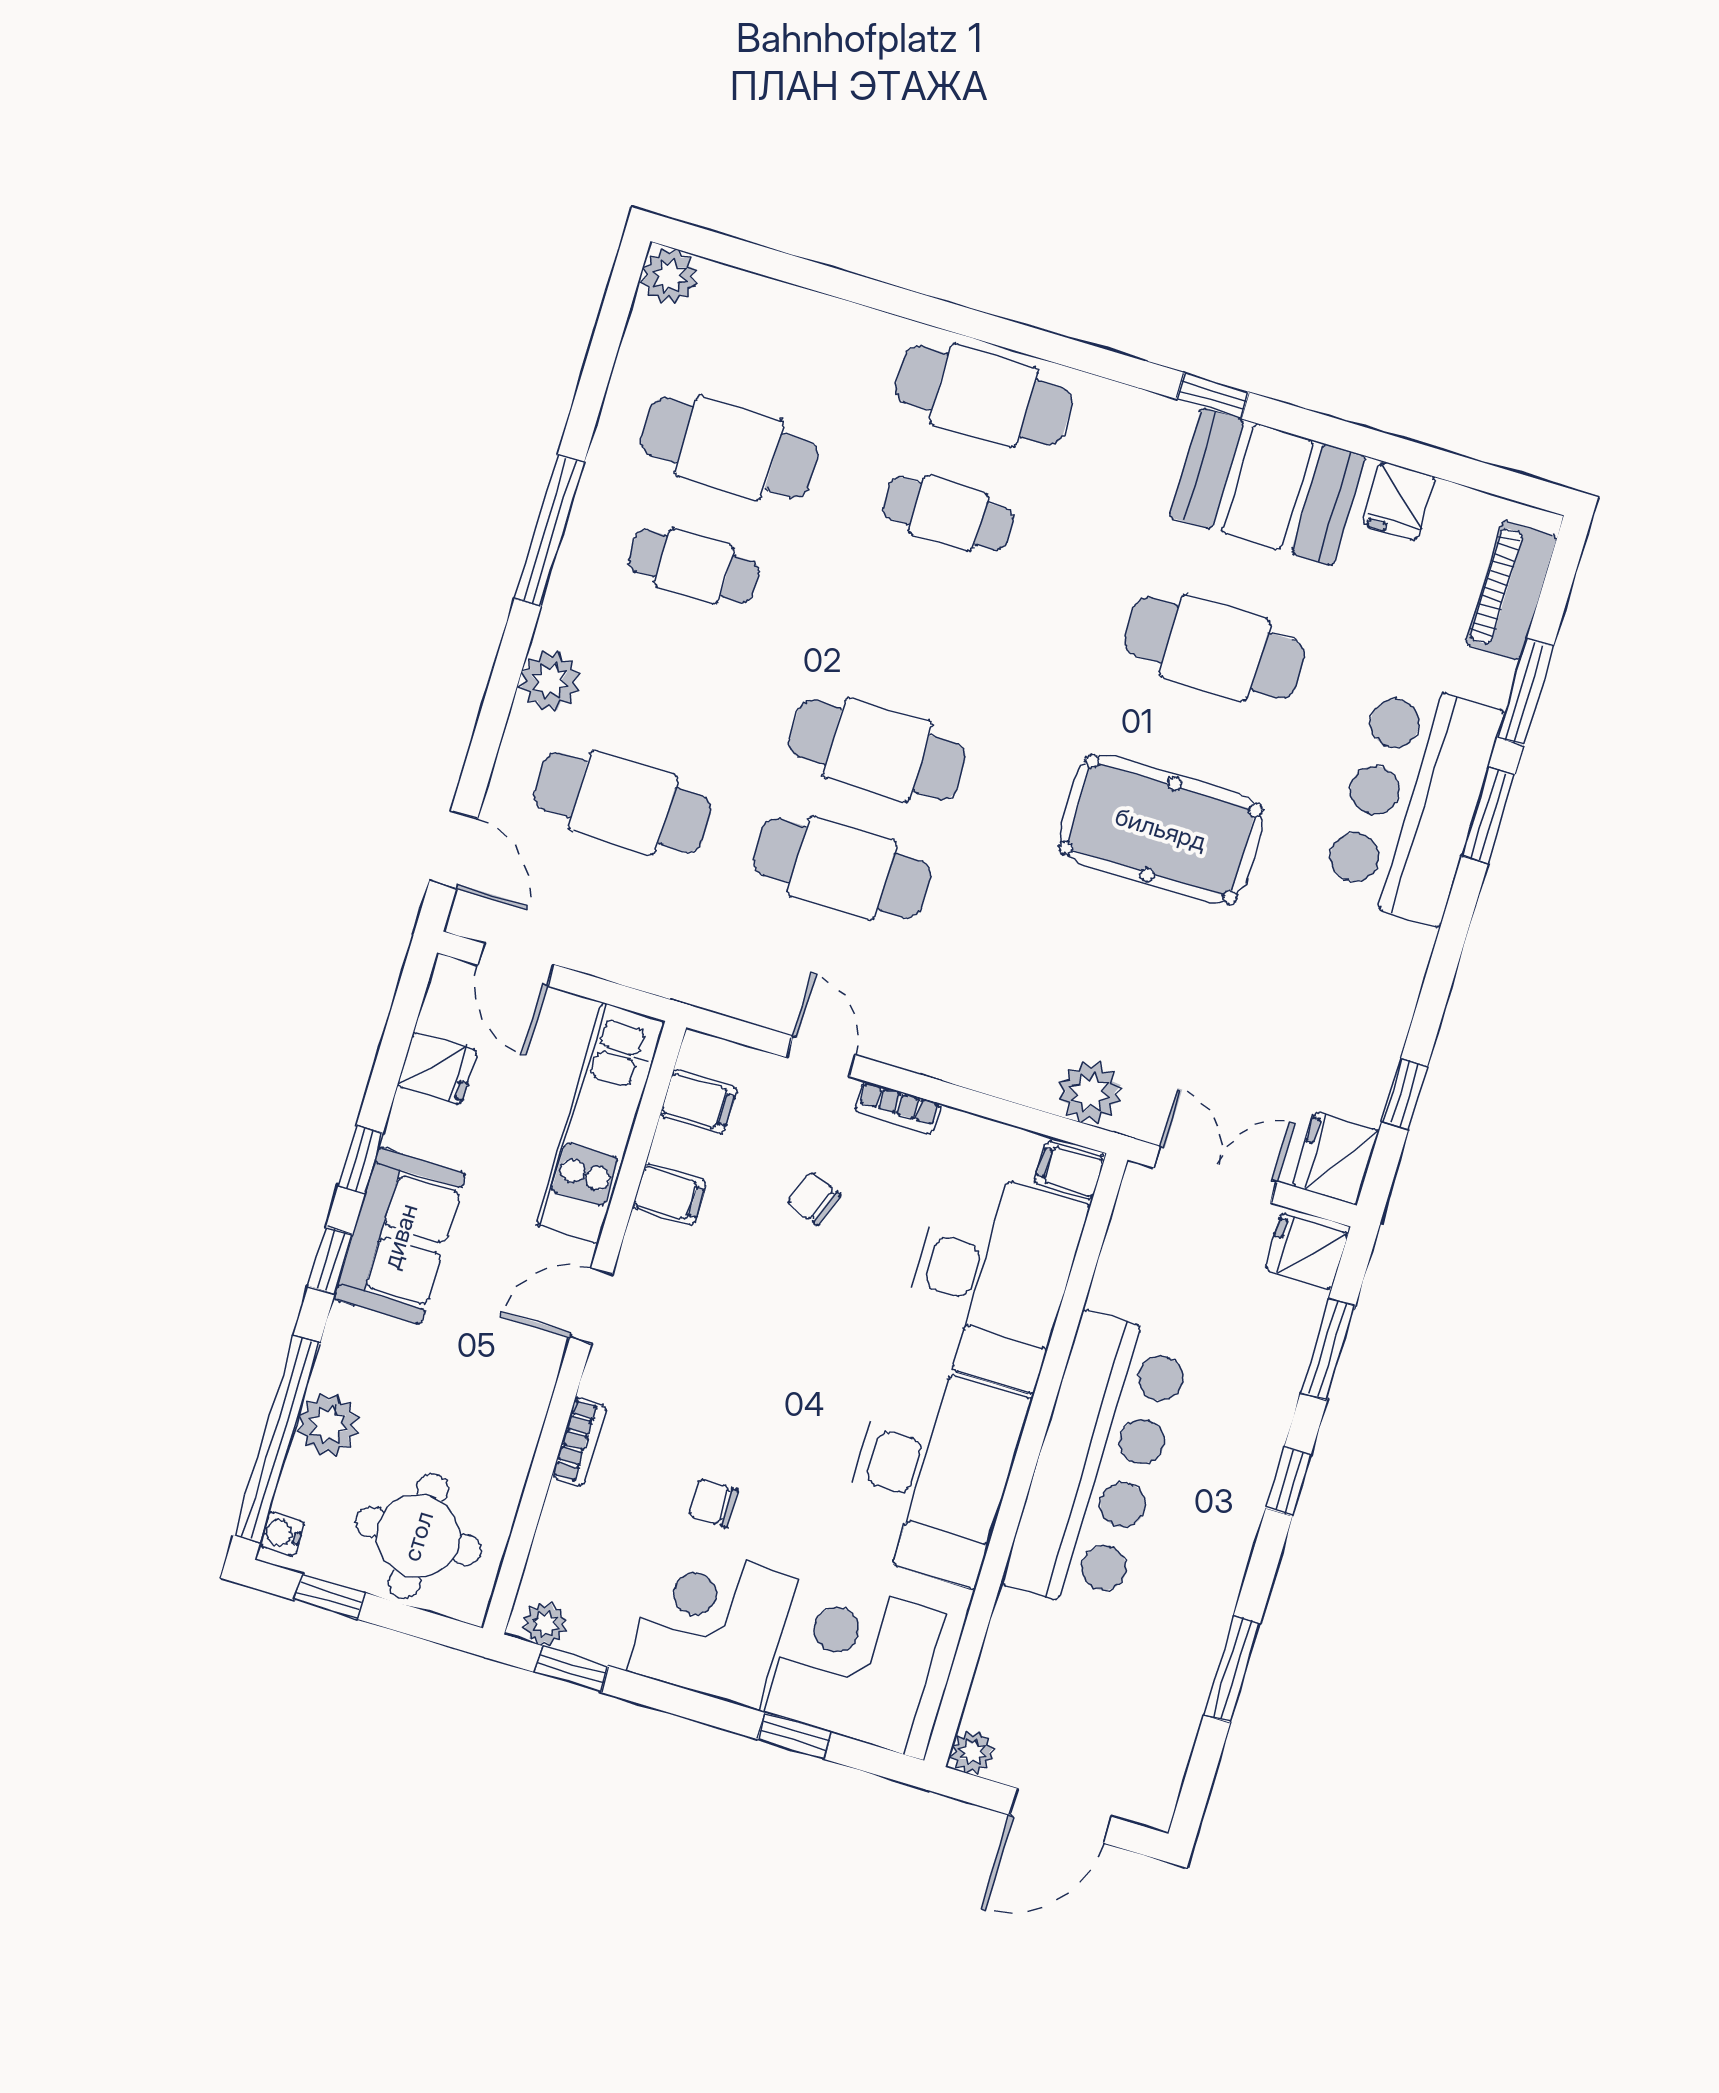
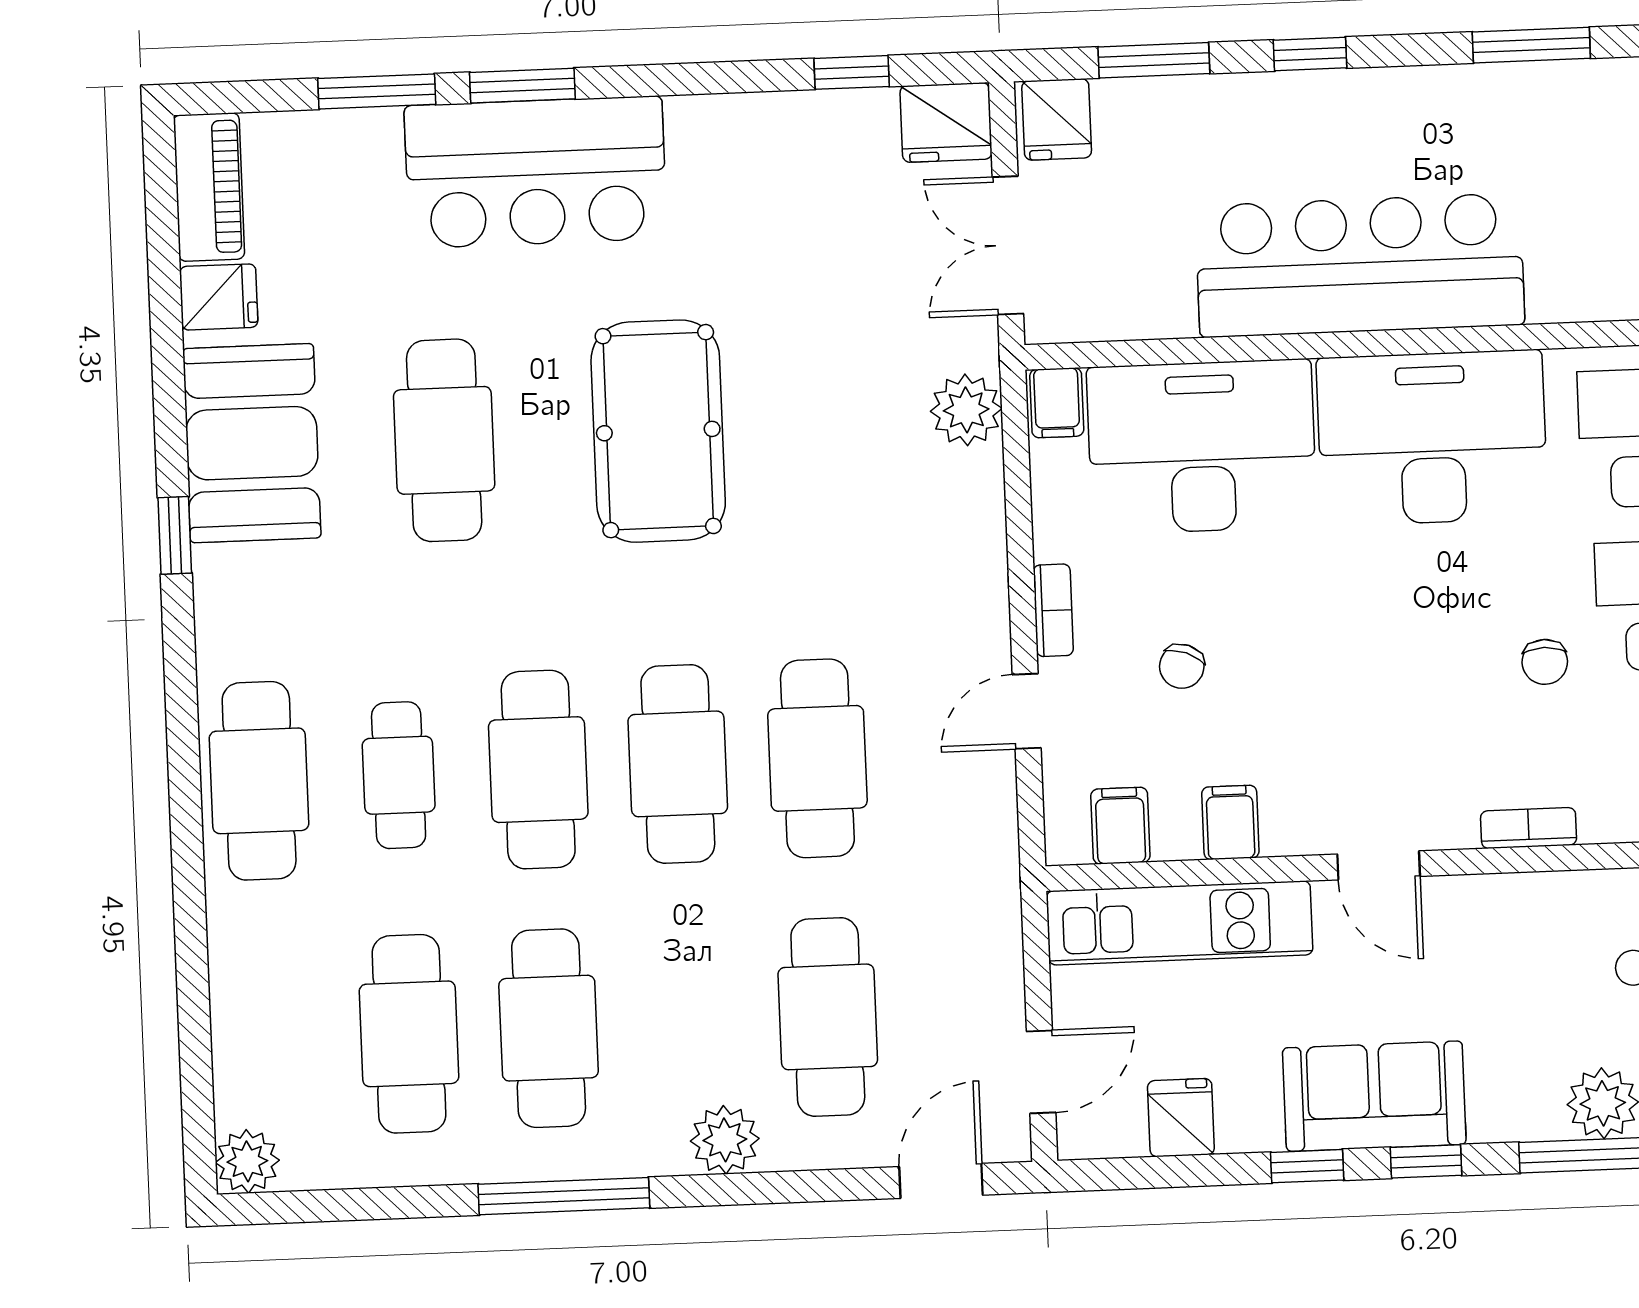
cafe table: (694, 566) -> (549, 1028), width x1.37, depth x1.35
piano: (1511, 591) -> (209, 187), moved, turned -90
cafe table: (913, 632) -> (538, 770), added

